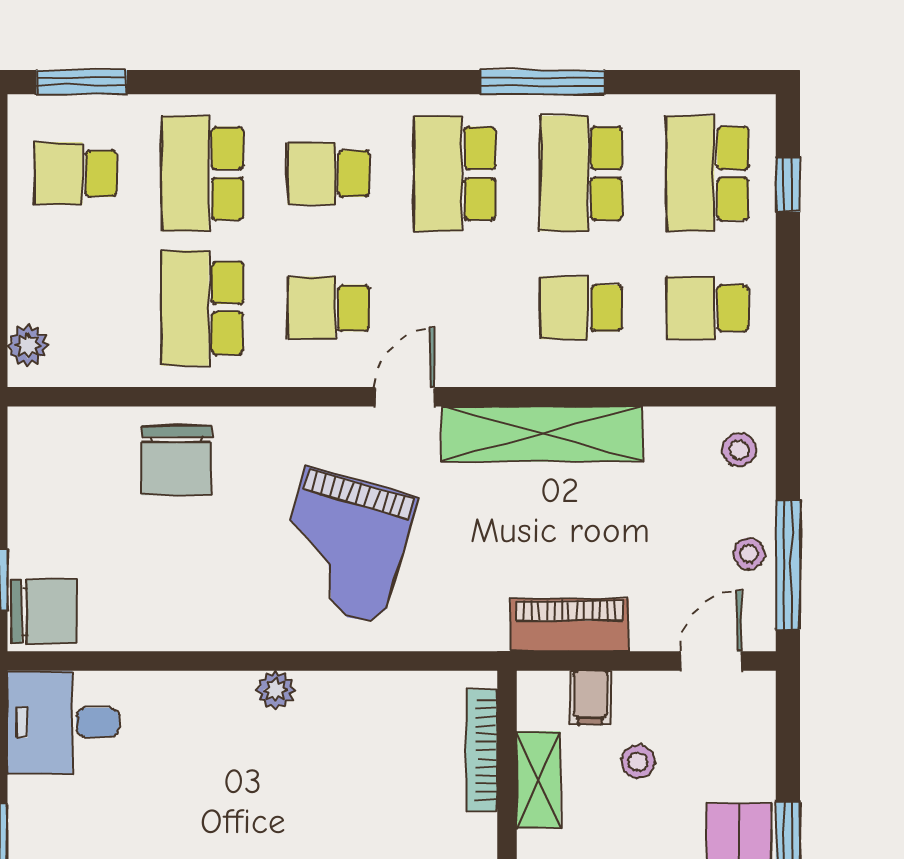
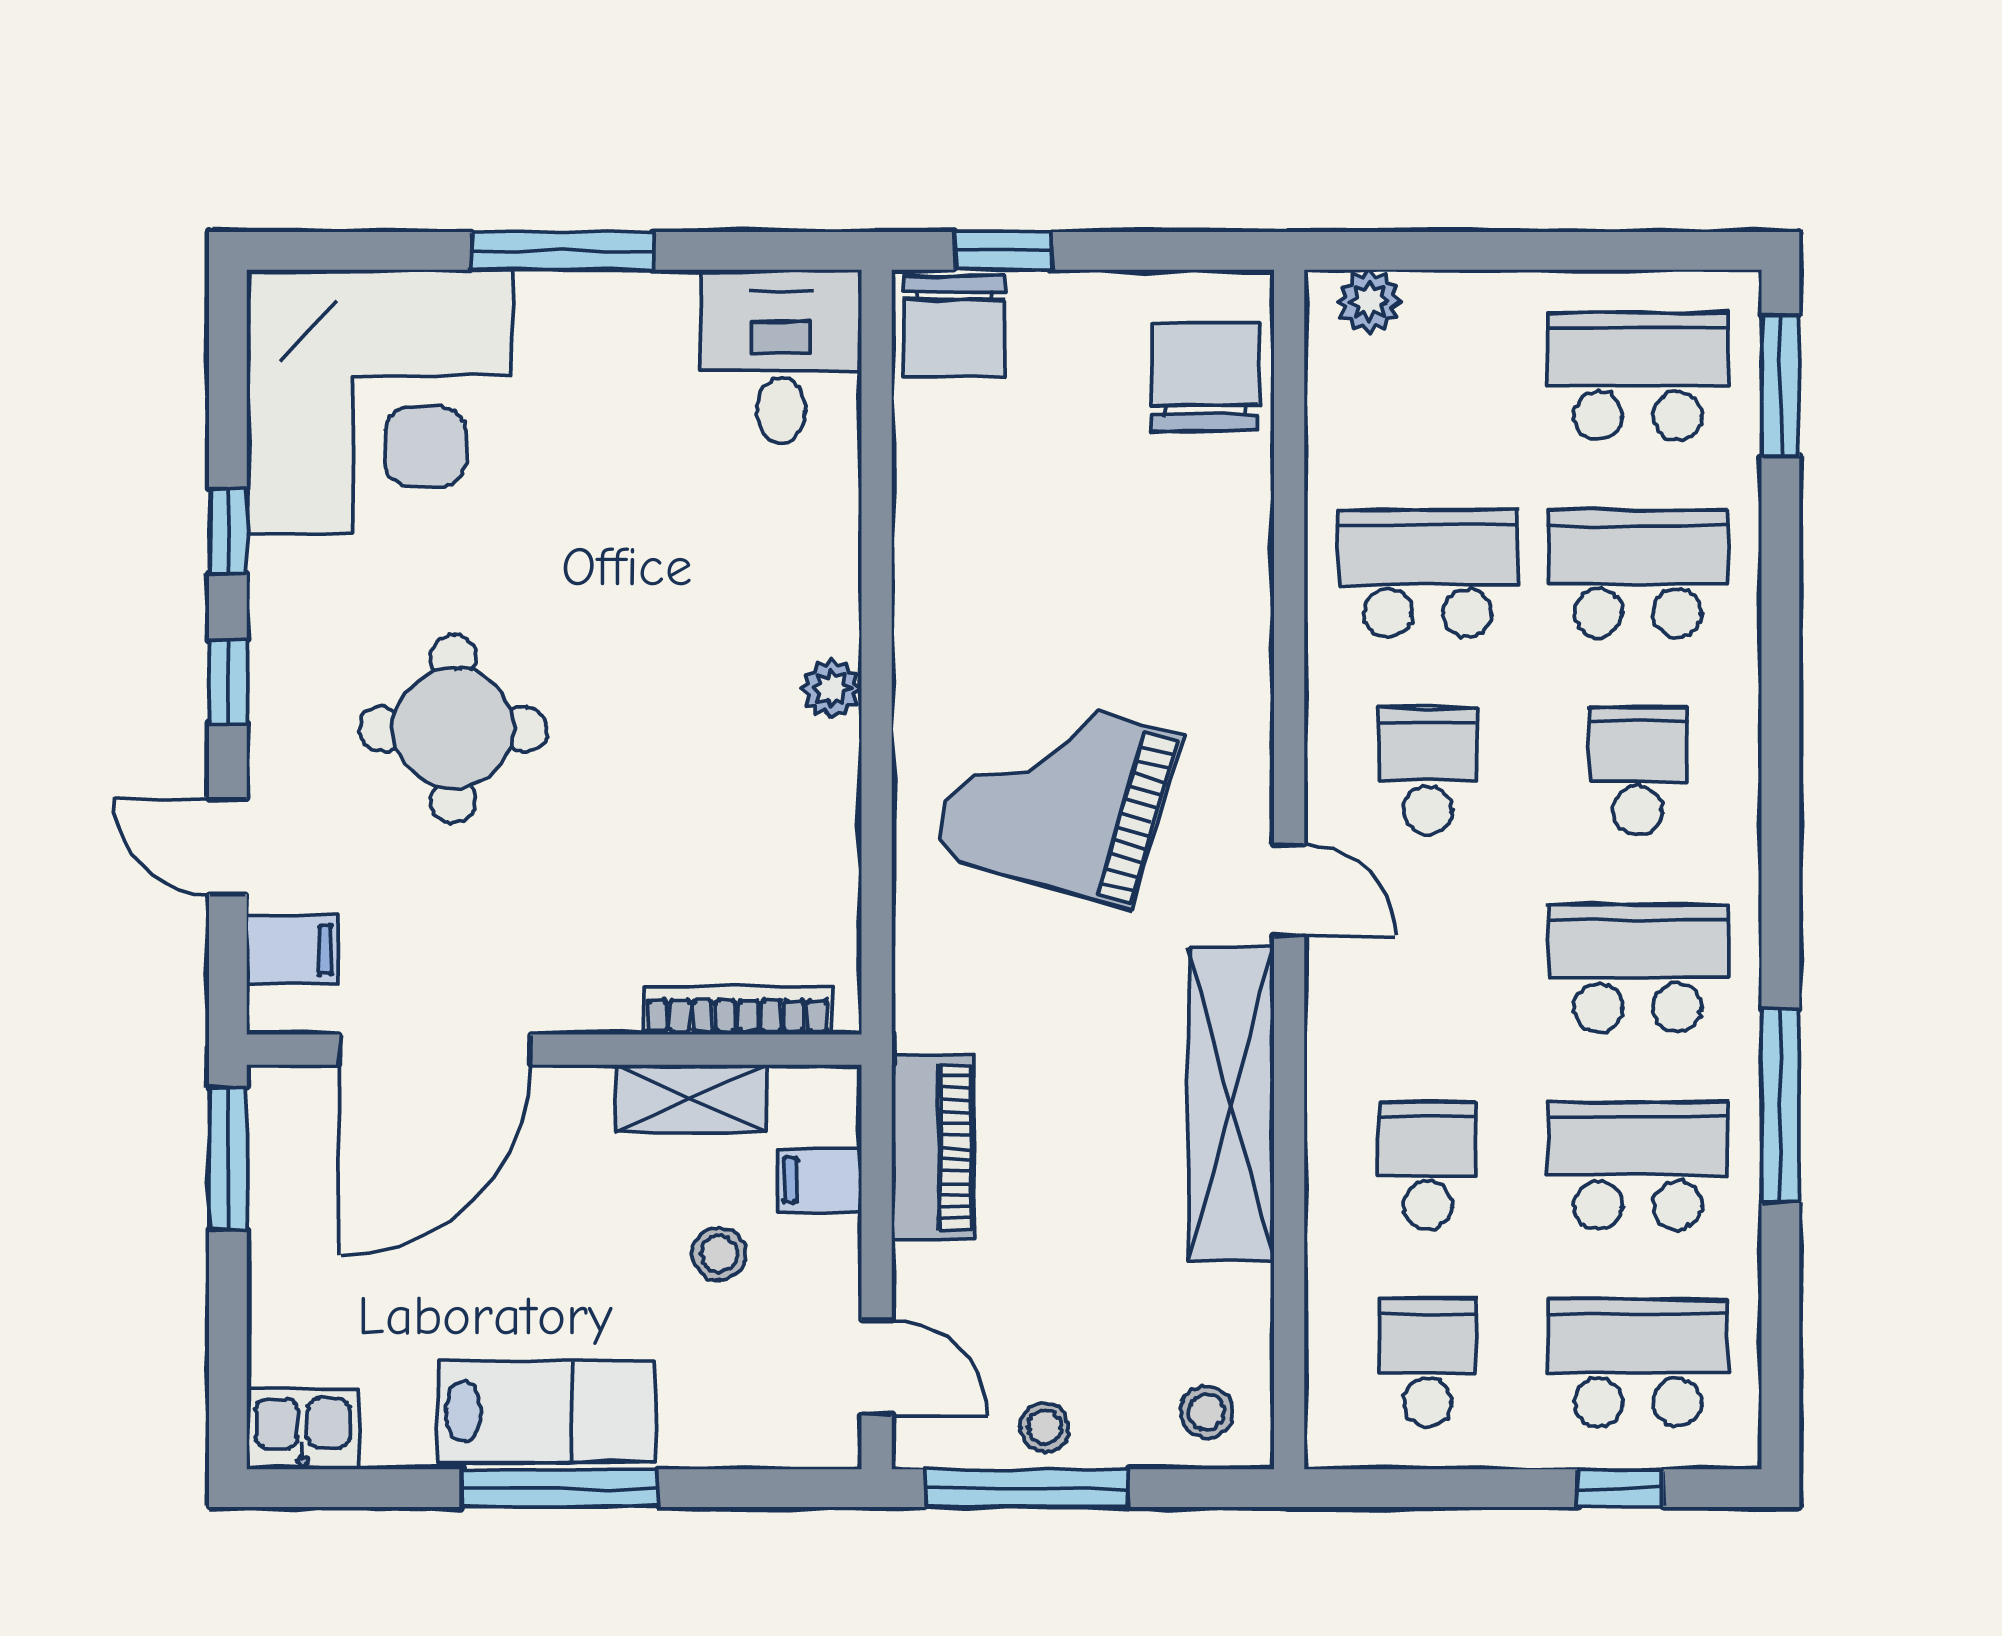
school desk: (76, 173) -> (1638, 376), width x1.85
chair: (177, 460) -> (1205, 377), moved, turned 90

